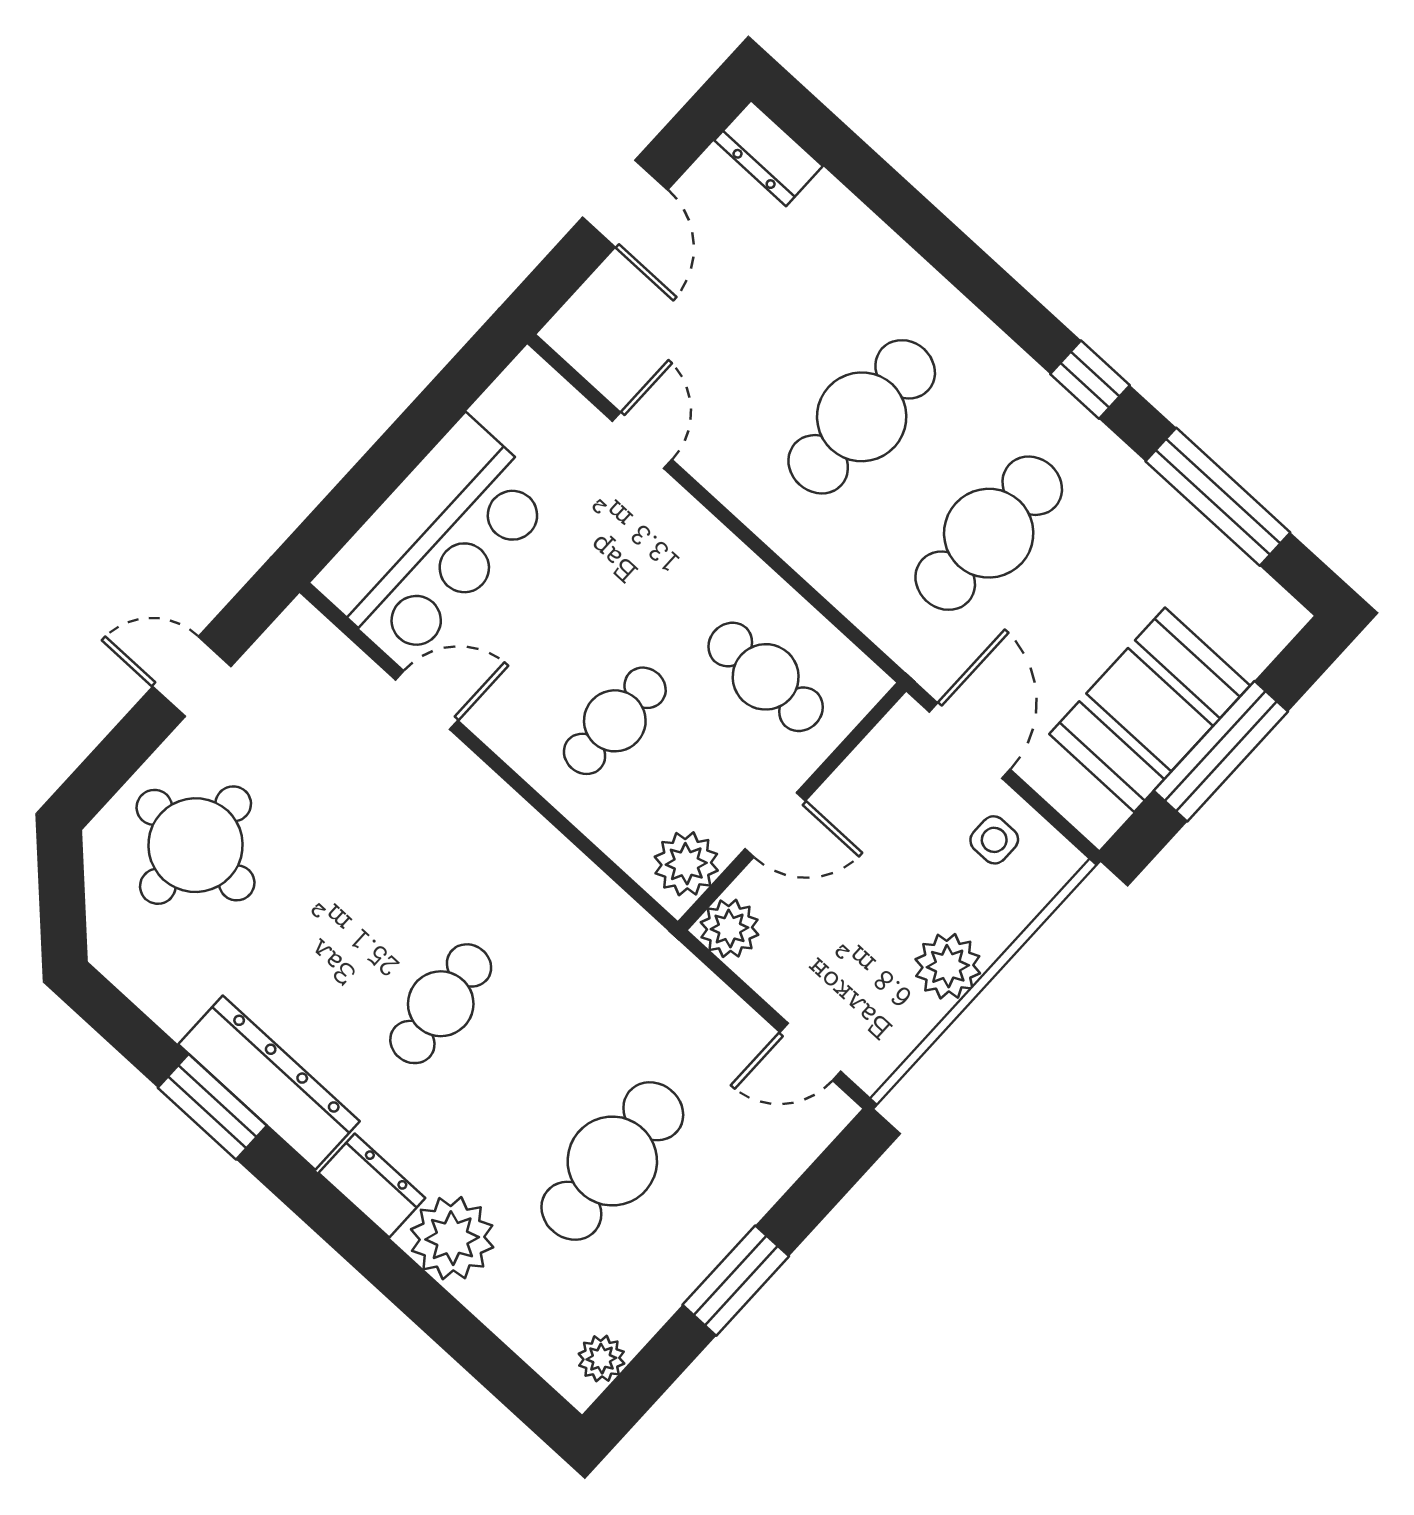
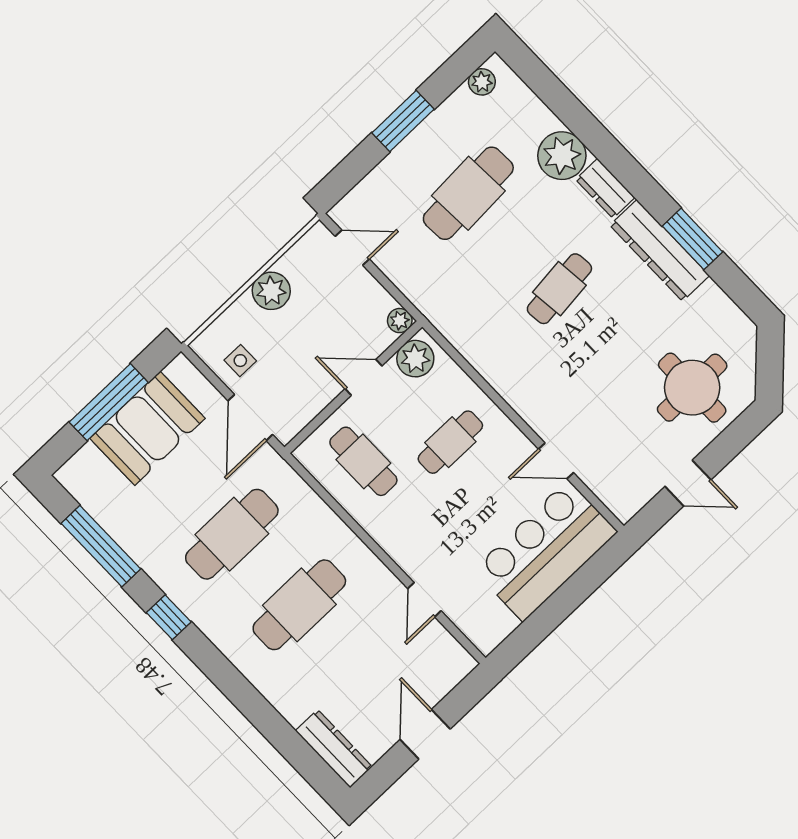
dresser: (769, 153) -> (334, 749), width x1.44
plant: (730, 928) -> (400, 321), width x0.73, depth x0.73

